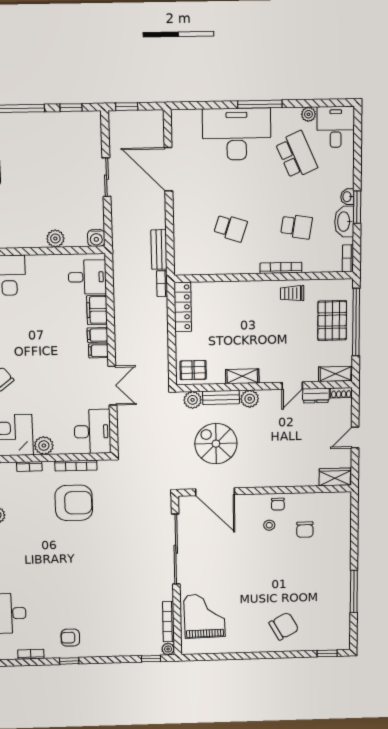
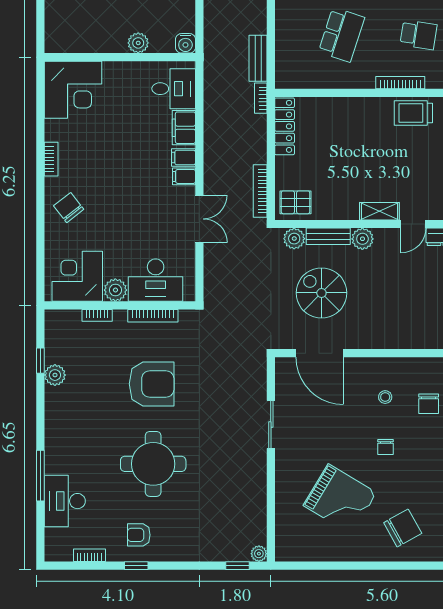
school desk: (230, 228) -> (342, 35), width x1.85
trolley: (292, 293) -> (413, 113), width x1.36, depth x1.39
shelving: (242, 376) -> (379, 211), moved
desk: (92, 432) -> (156, 280), moved, turned 90
armchair: (74, 503) -> (152, 384), moved
chair: (278, 504) -> (385, 447), moved
sliding door: (176, 549) -> (271, 424), width x0.54
round table: (80, 583) -> (153, 464), added
grand piano: (204, 616) -> (340, 499), moved, turned 122
bookcase: (168, 622) -> (260, 191), moved

